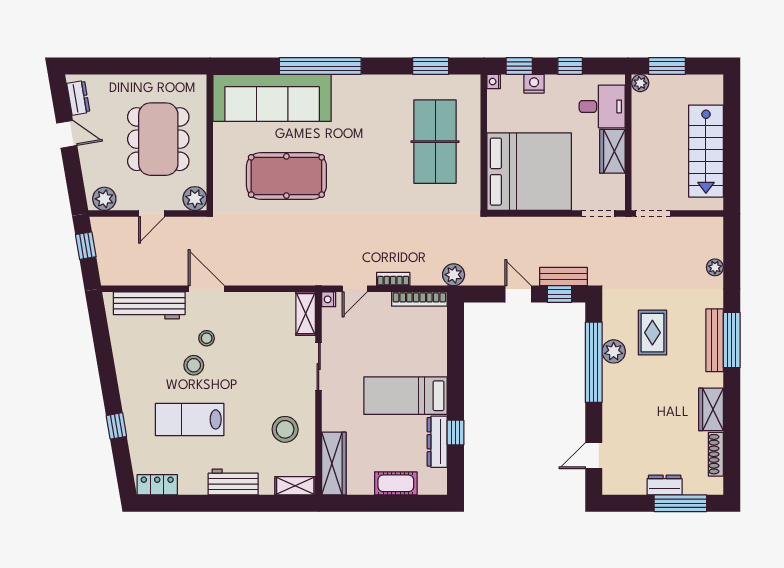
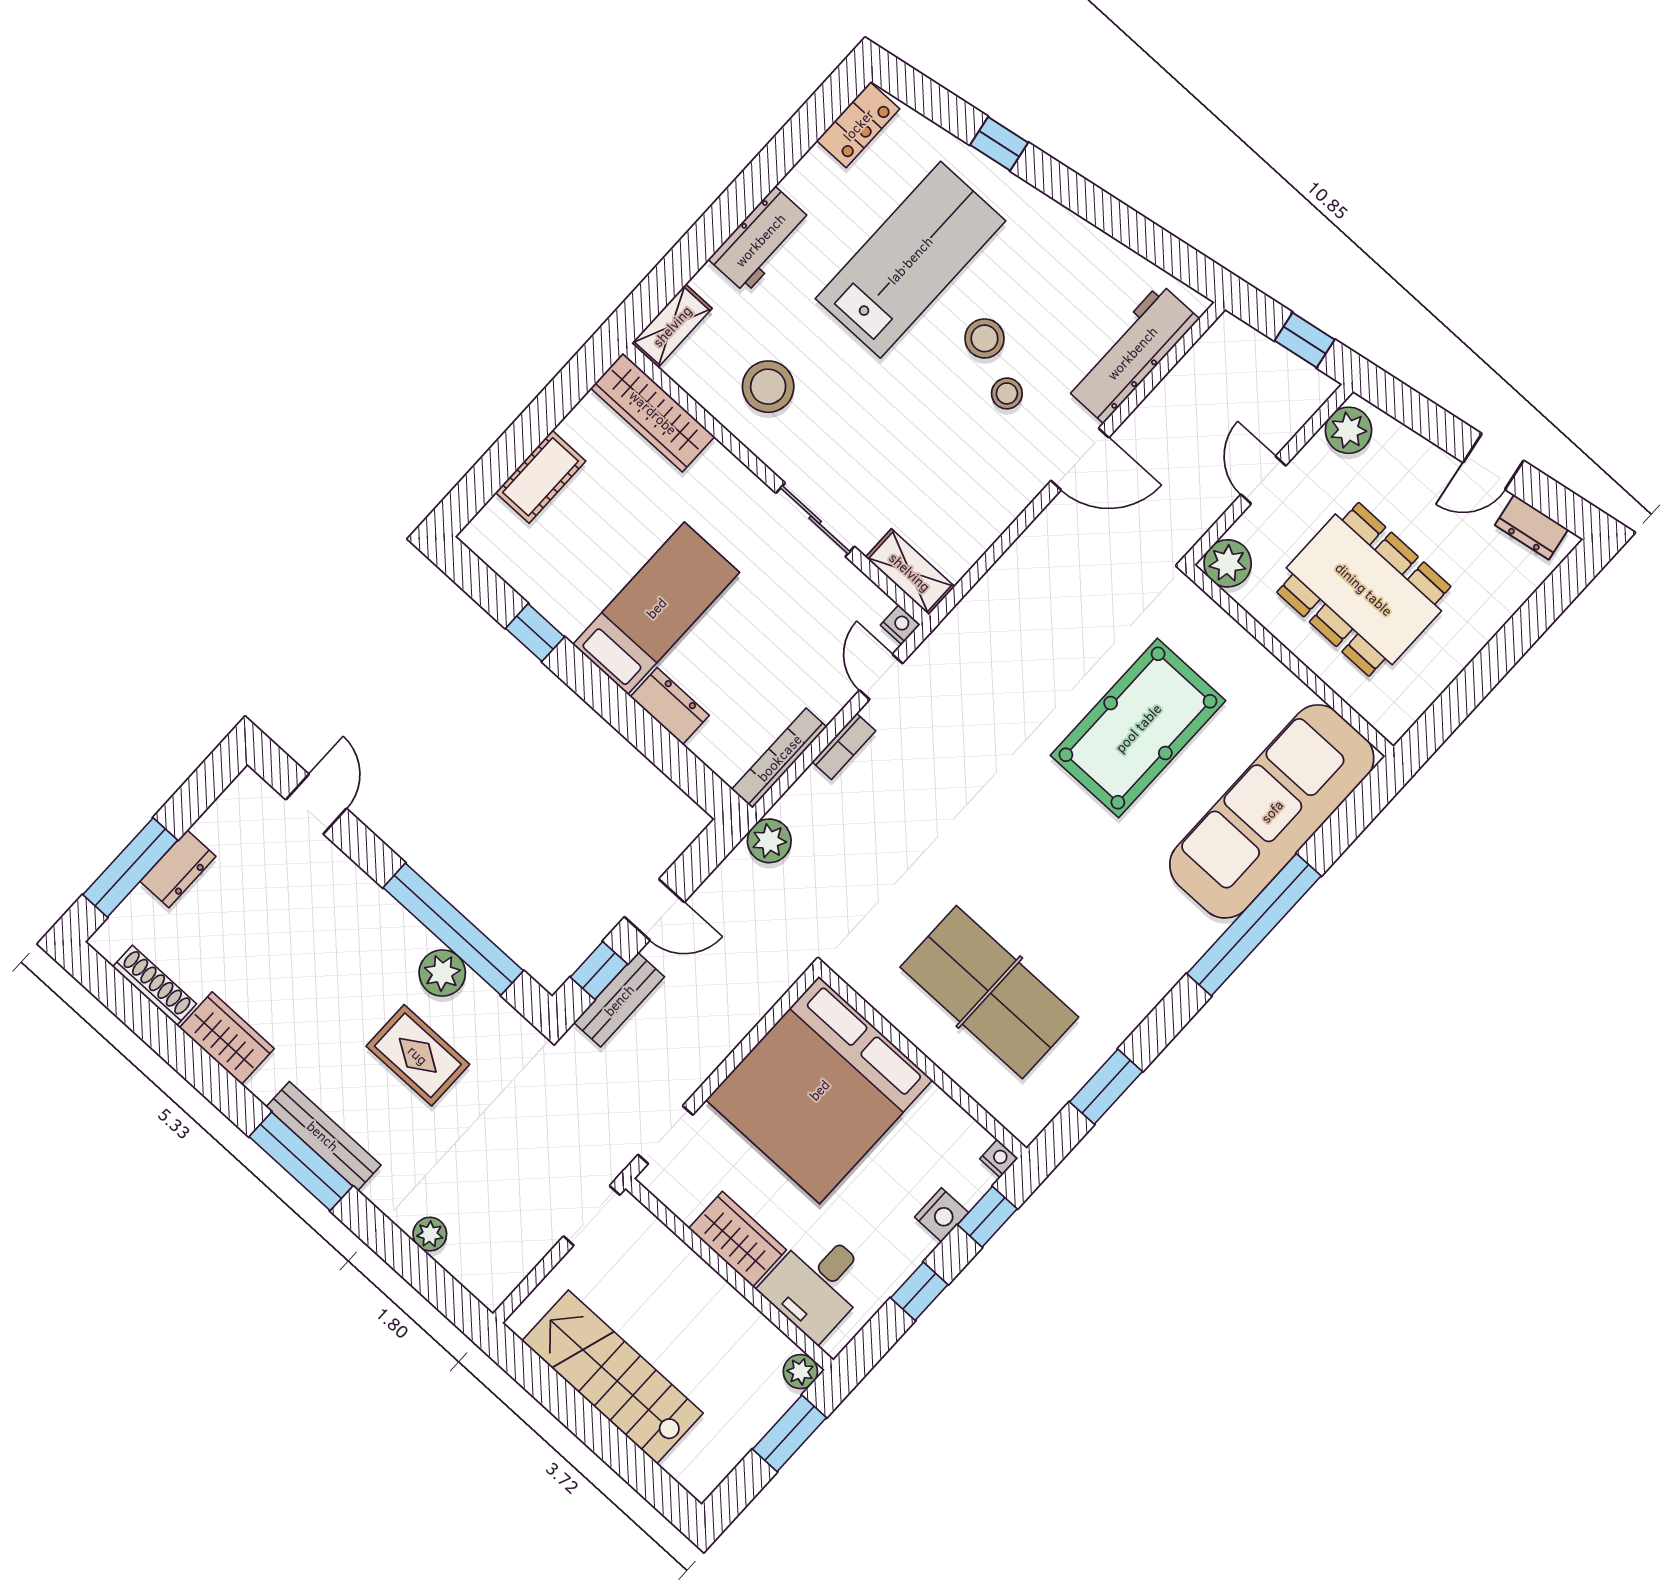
lab bench: (190, 419) -> (910, 260), width x1.36, depth x1.39
dresser: (437, 442) -> (670, 706), moved, width x0.70

